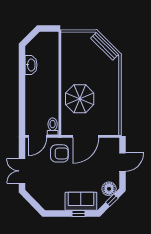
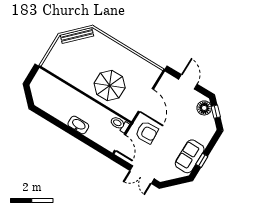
washbasin: (31, 65) -> (78, 125), moved
armchair: (59, 153) -> (147, 132), turned 87
sofa: (81, 201) -> (190, 156), moved
window: (78, 213) -> (202, 160), moved

